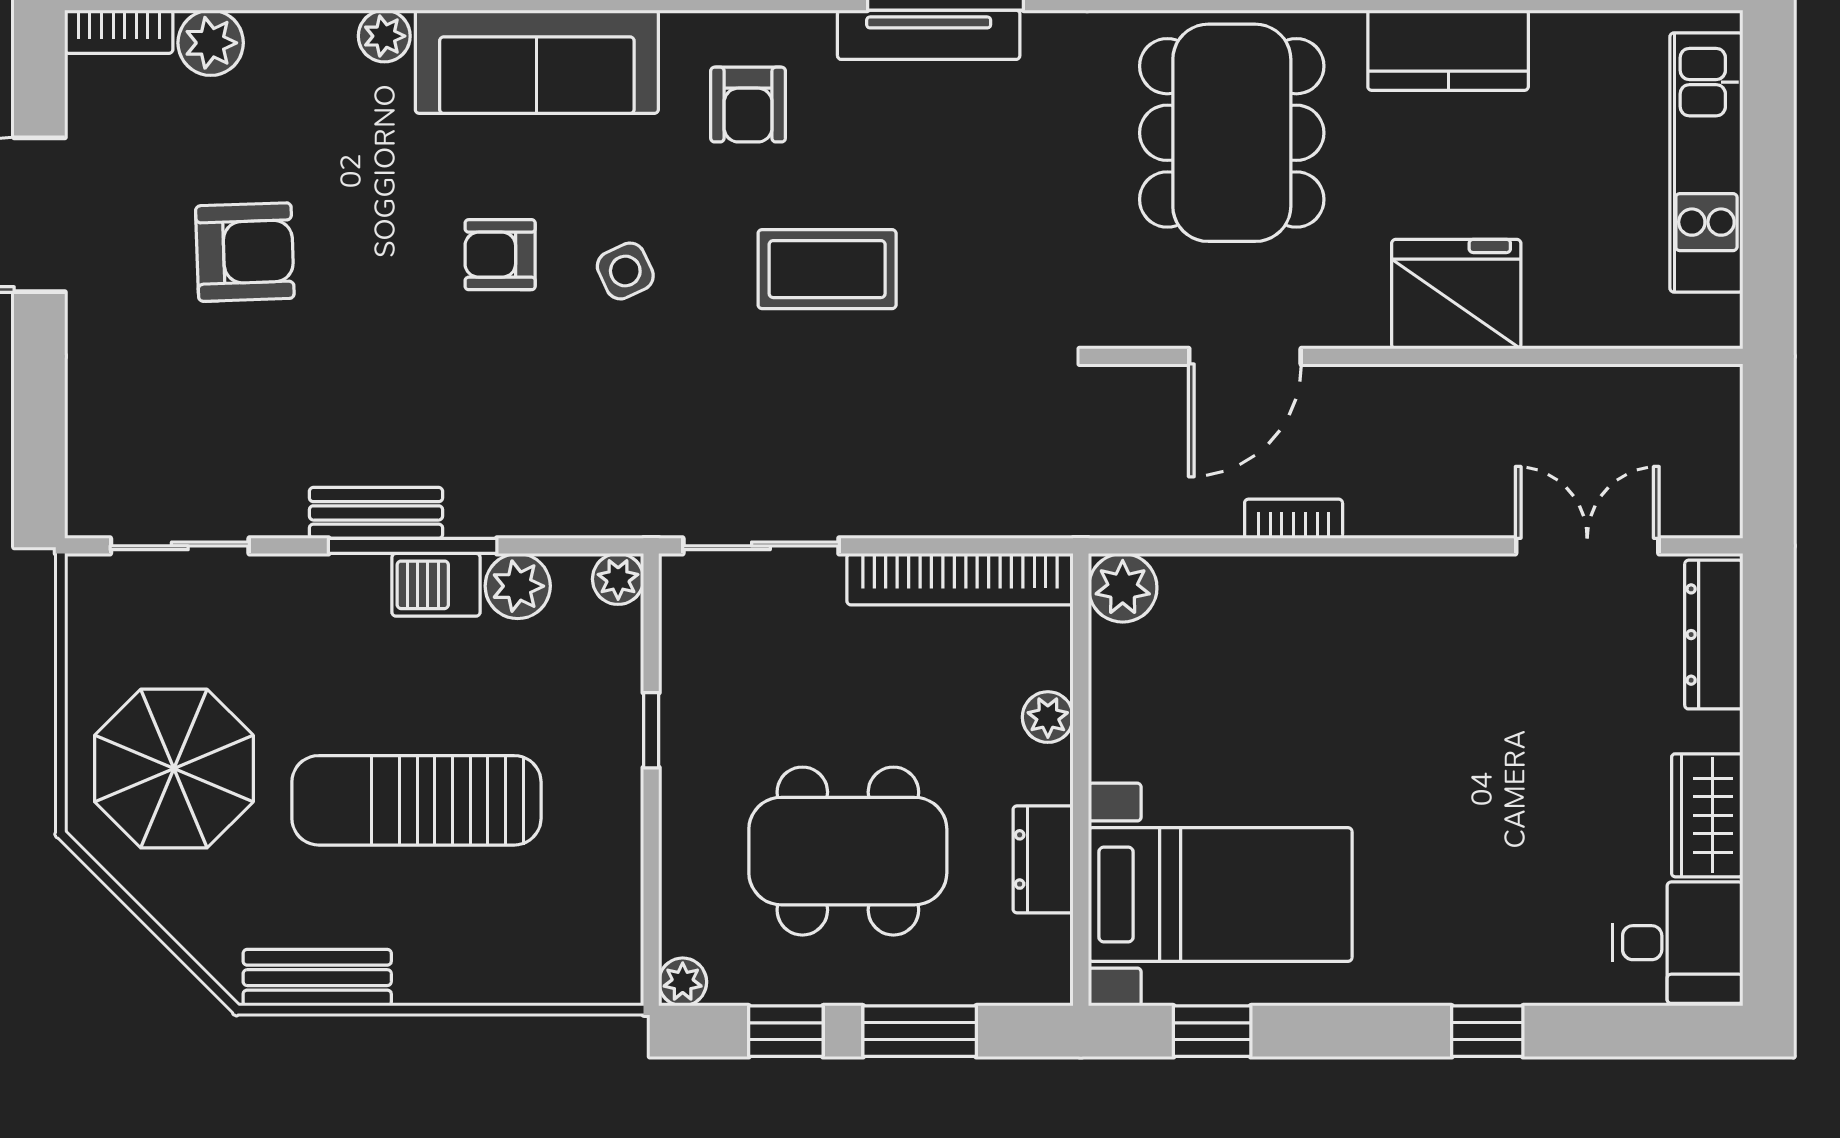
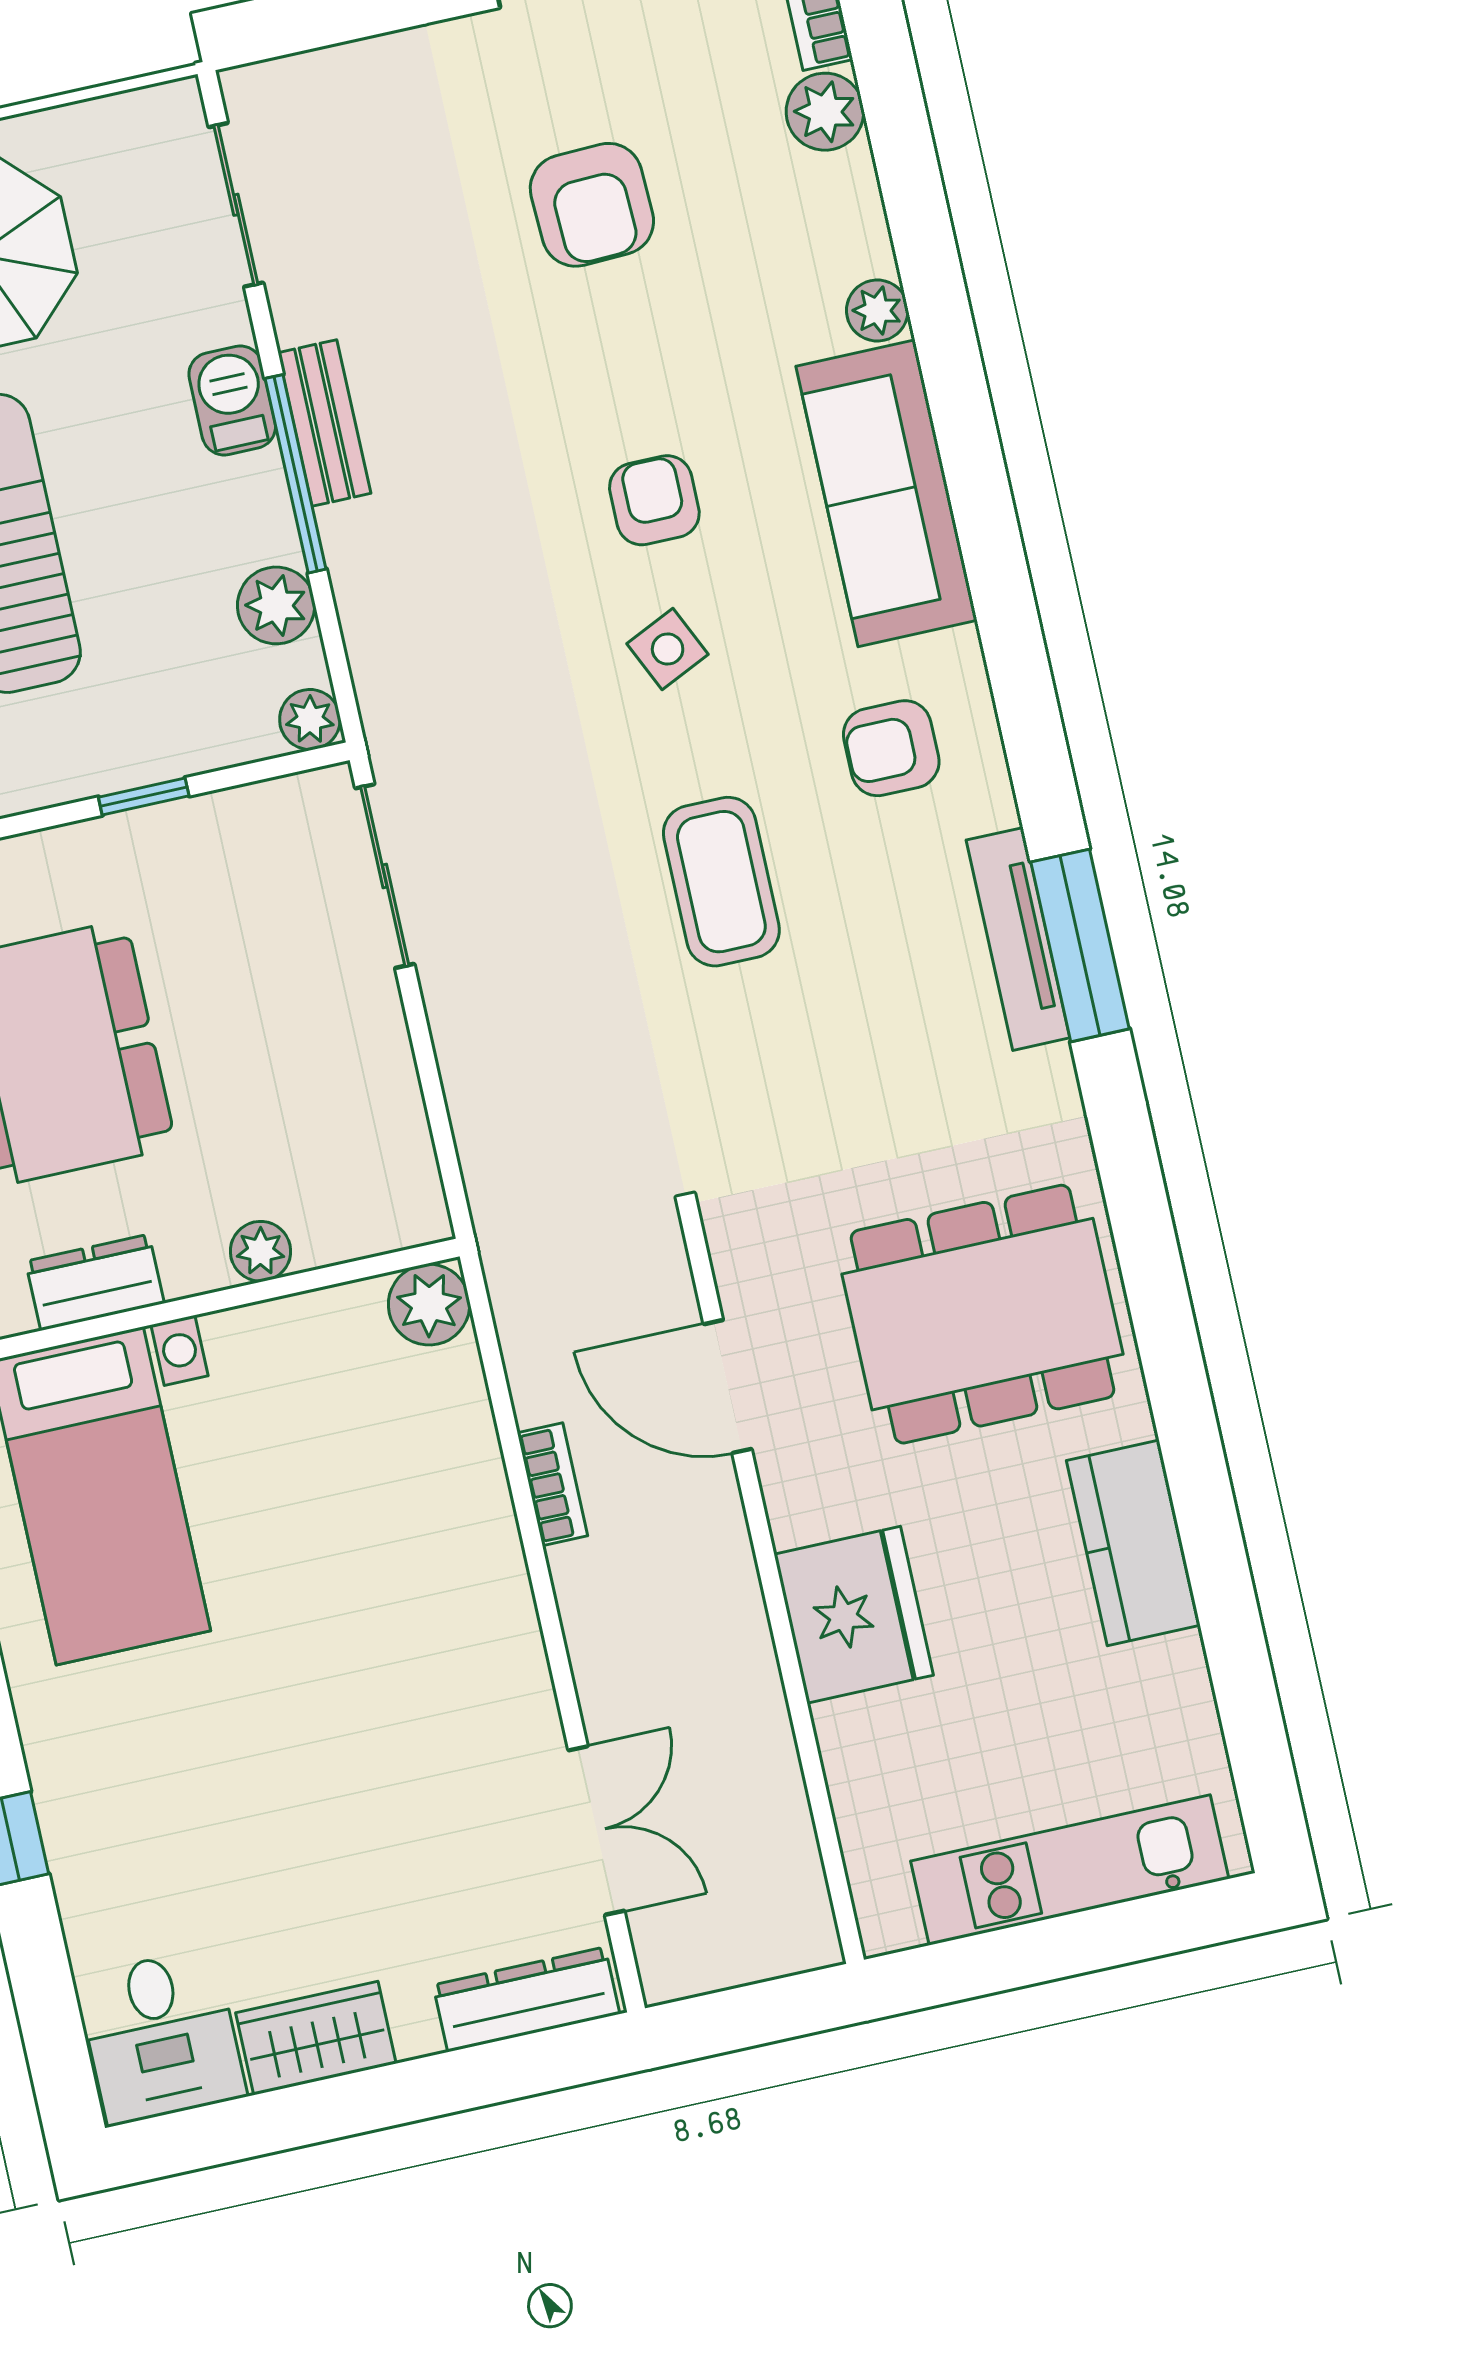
bookcase: (960, 579) -> (397, 1115), removed
barbecue: (436, 585) -> (232, 400), moved

